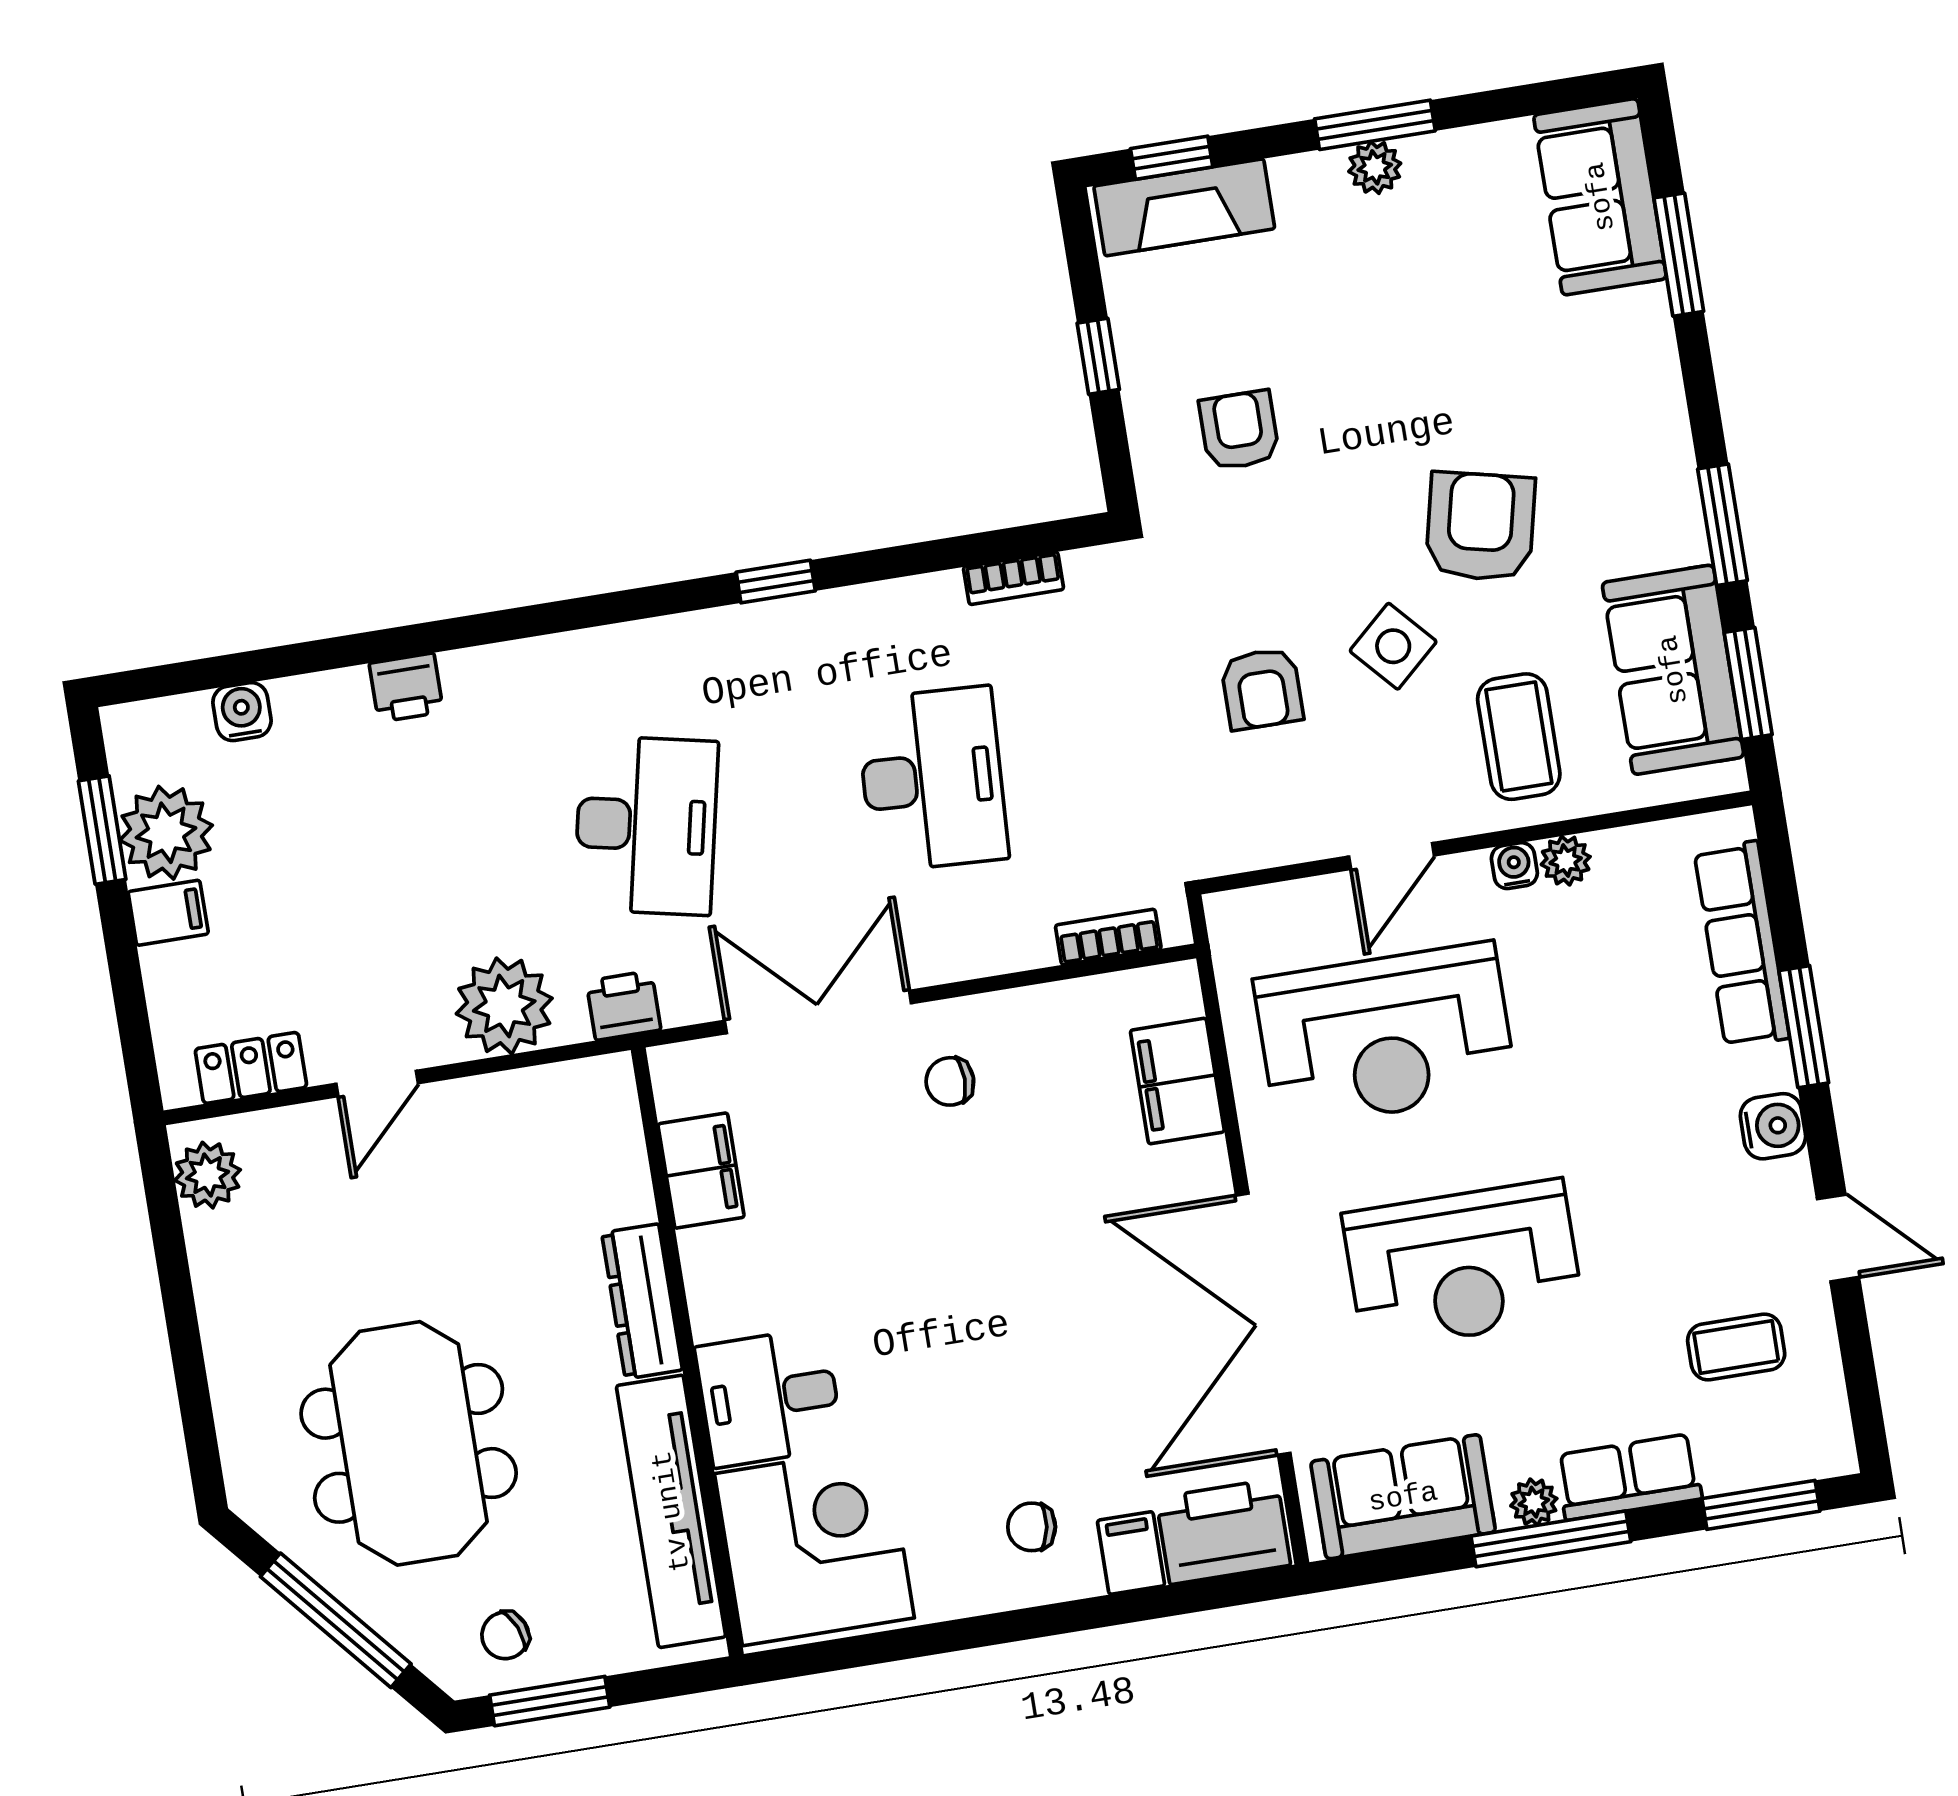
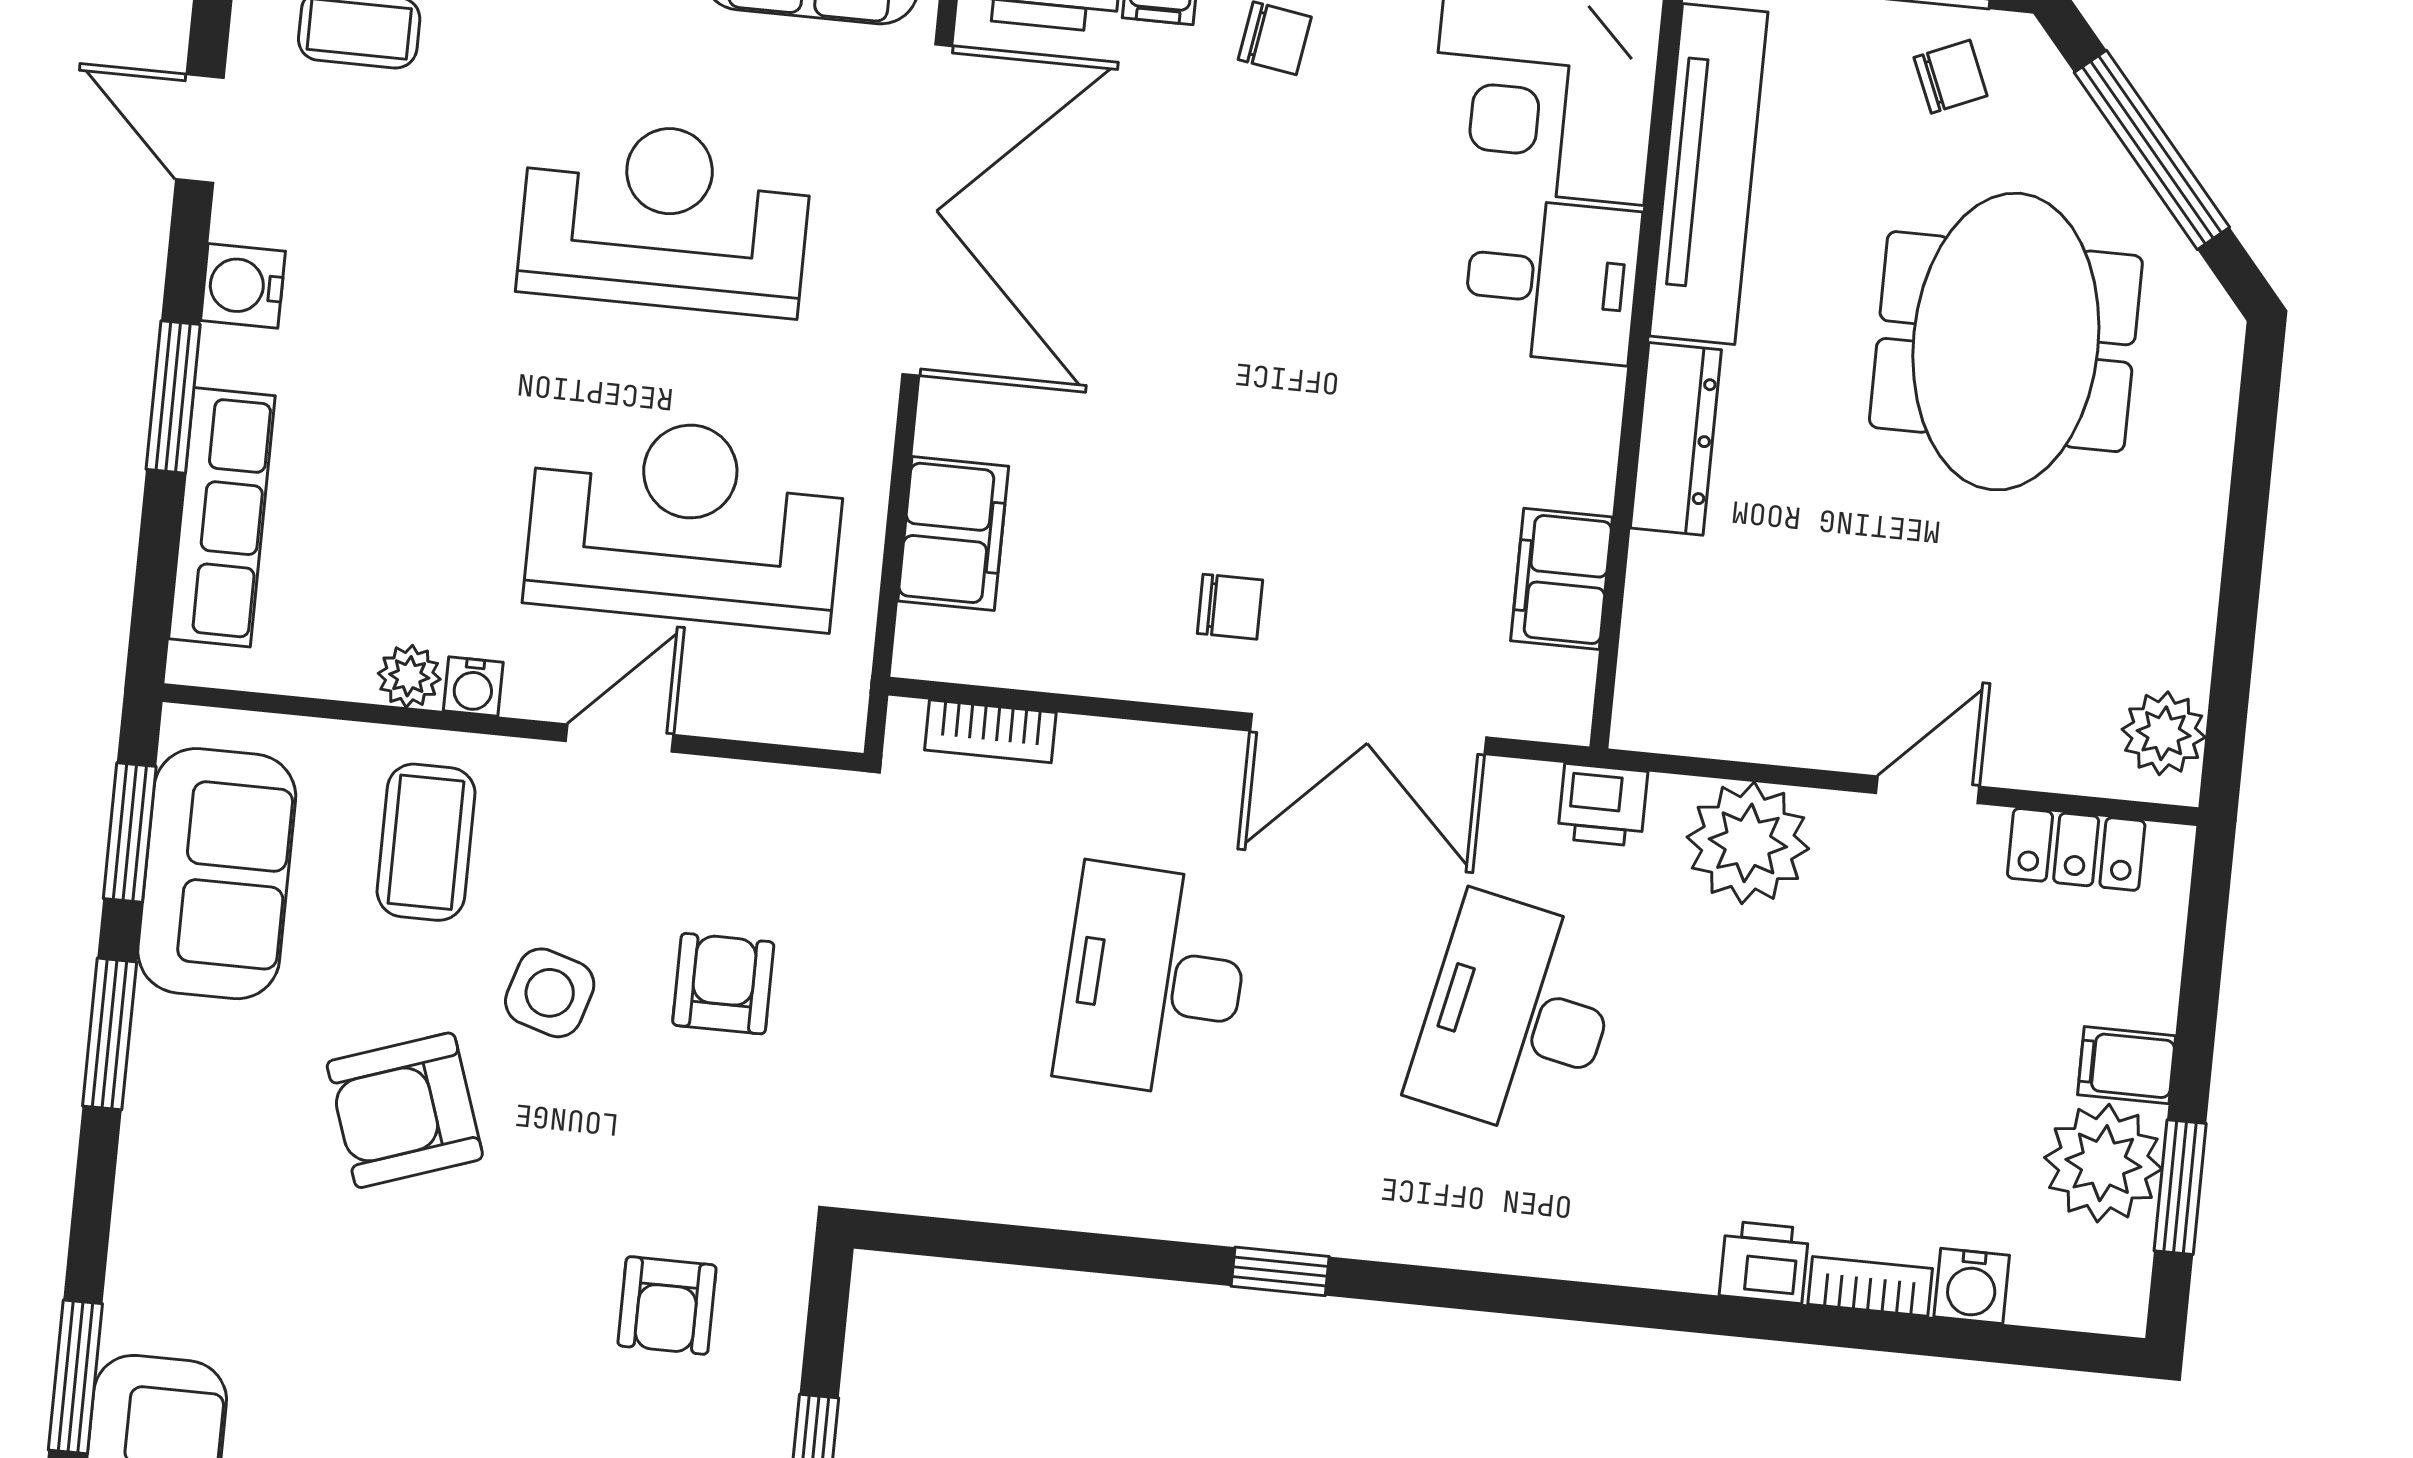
armchair: (1480, 527) -> (405, 1110), turned 58
bookcase: (1013, 578) -> (1870, 1286), moved
side table: (1393, 646) -> (550, 993), turned -31

